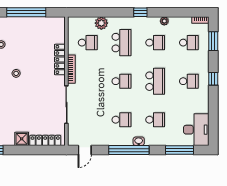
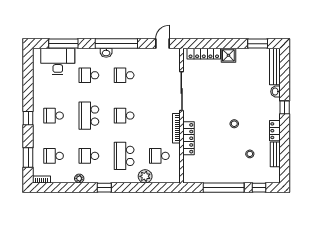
desk: (196, 130) -> (58, 61), moved, turned 90

